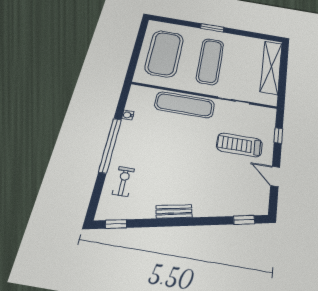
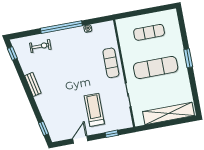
exercise mat: (164, 53) -> (149, 32), width x0.50, depth x0.69
exercise mat: (184, 105) -> (111, 63), width x0.73, depth x0.69

